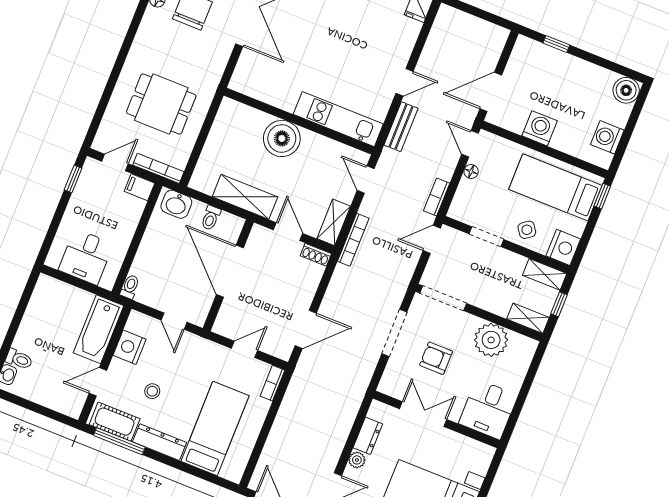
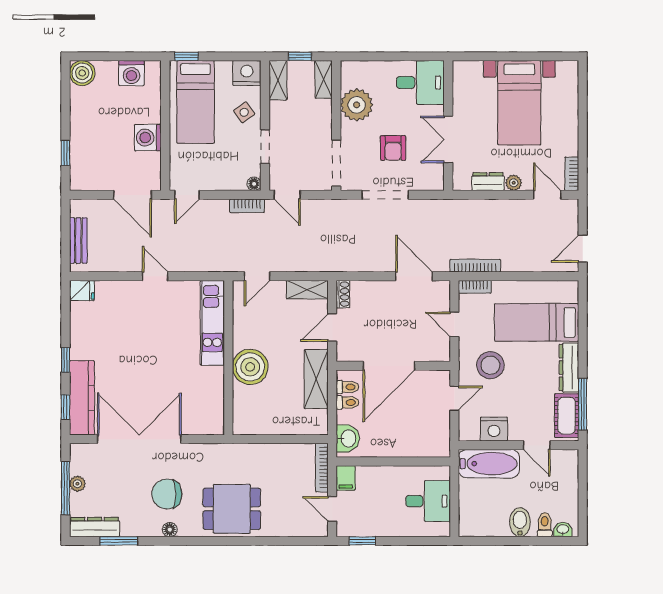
dining table: (161, 104) -> (232, 509), moved, turned 90
bench: (401, 127) -> (78, 241), moved, turned 90
floor lamp: (471, 171) -> (254, 184), moved
bookcase: (353, 240) -> (475, 266), moved
toilet: (130, 287) -> (347, 387), moved, turned 180
bidet: (31, 337) -> (520, 522), added
stool: (152, 391) -> (490, 365), moved, width x1.89, depth x1.89

